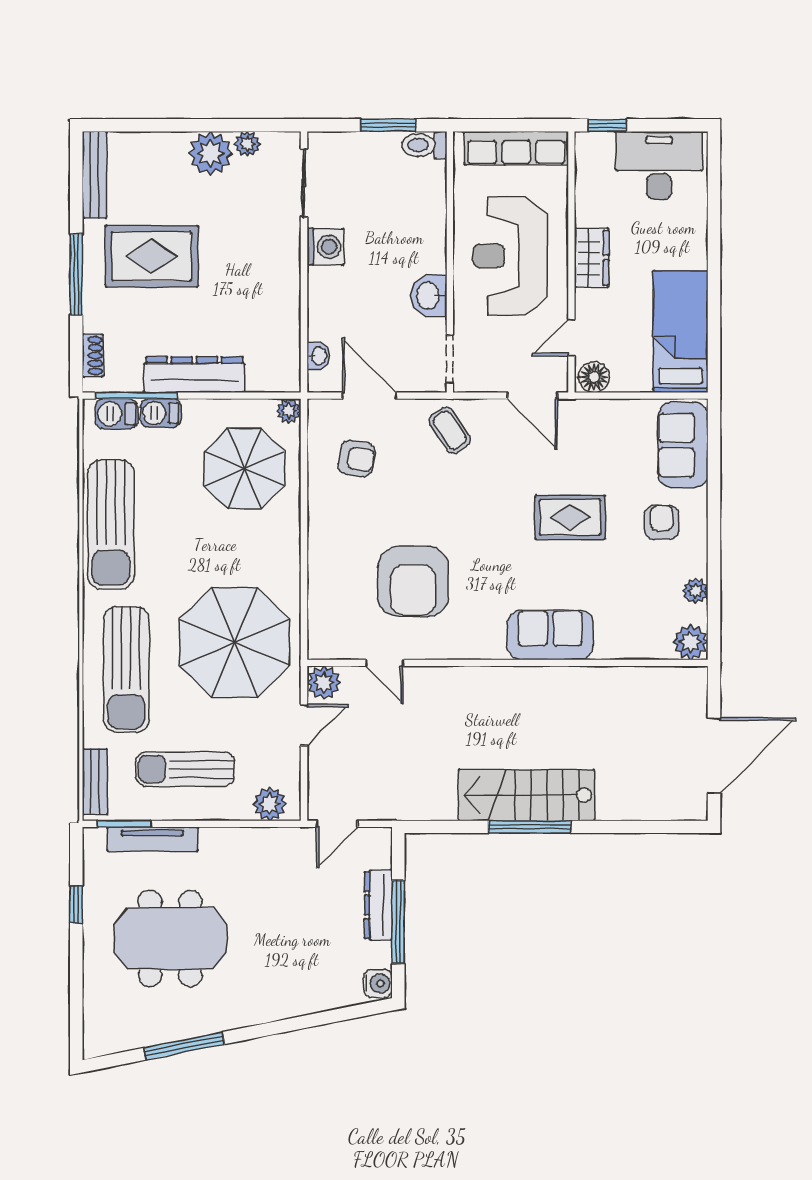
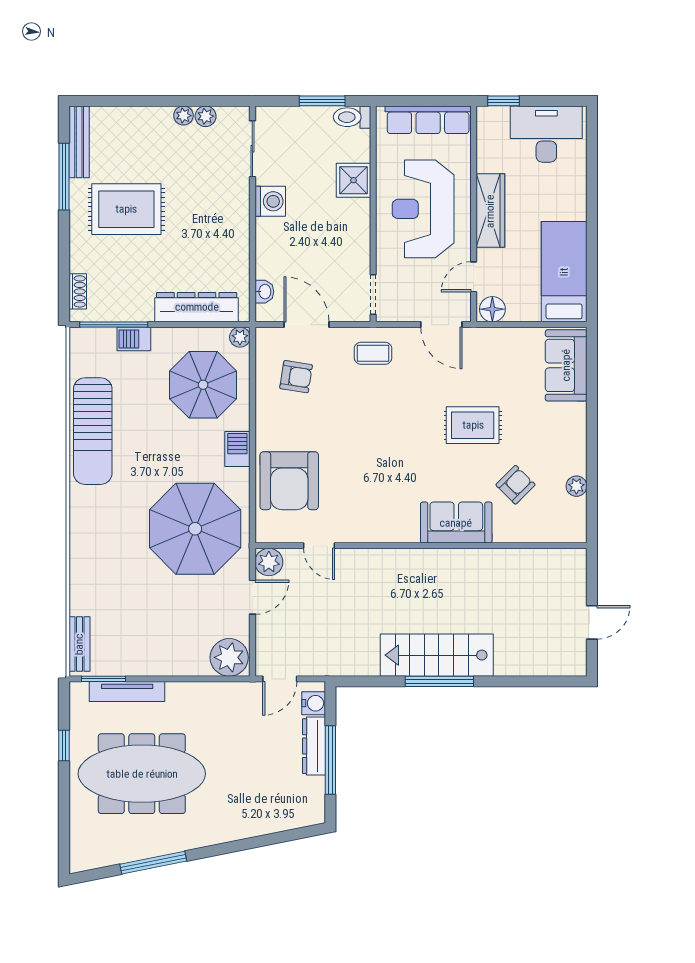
plant: (210, 153) -> (184, 116), width x0.53, depth x0.53
shower: (426, 221) -> (354, 180), added
wardrobe: (592, 258) -> (490, 211), width x1.50
window: (76, 275) -> (64, 177), moved
washbasin: (429, 296) -> (356, 242), removed
dresser: (194, 375) -> (197, 307), moved
barbecue: (117, 414) -> (237, 449), moved, turned 90
coffee table: (450, 430) -> (373, 353), turned -56
armchair: (662, 522) -> (515, 485), moved, turned 45
armchair: (413, 582) -> (289, 481), moved
plant: (690, 642) -> (572, 529), removed
sun lounger: (126, 669) -> (105, 551), removed
door: (714, 756) -> (592, 622), width x0.53
sun lounger: (185, 769) -> (154, 633), removed
plant: (270, 804) -> (229, 657), width x1.36, depth x1.36
meeting table: (170, 938) -> (142, 774), width x1.36
water cooler: (378, 983) -> (314, 703), moved

